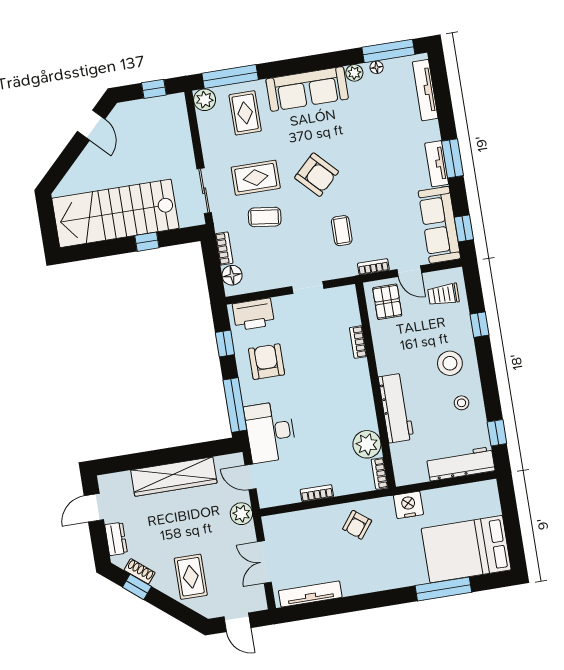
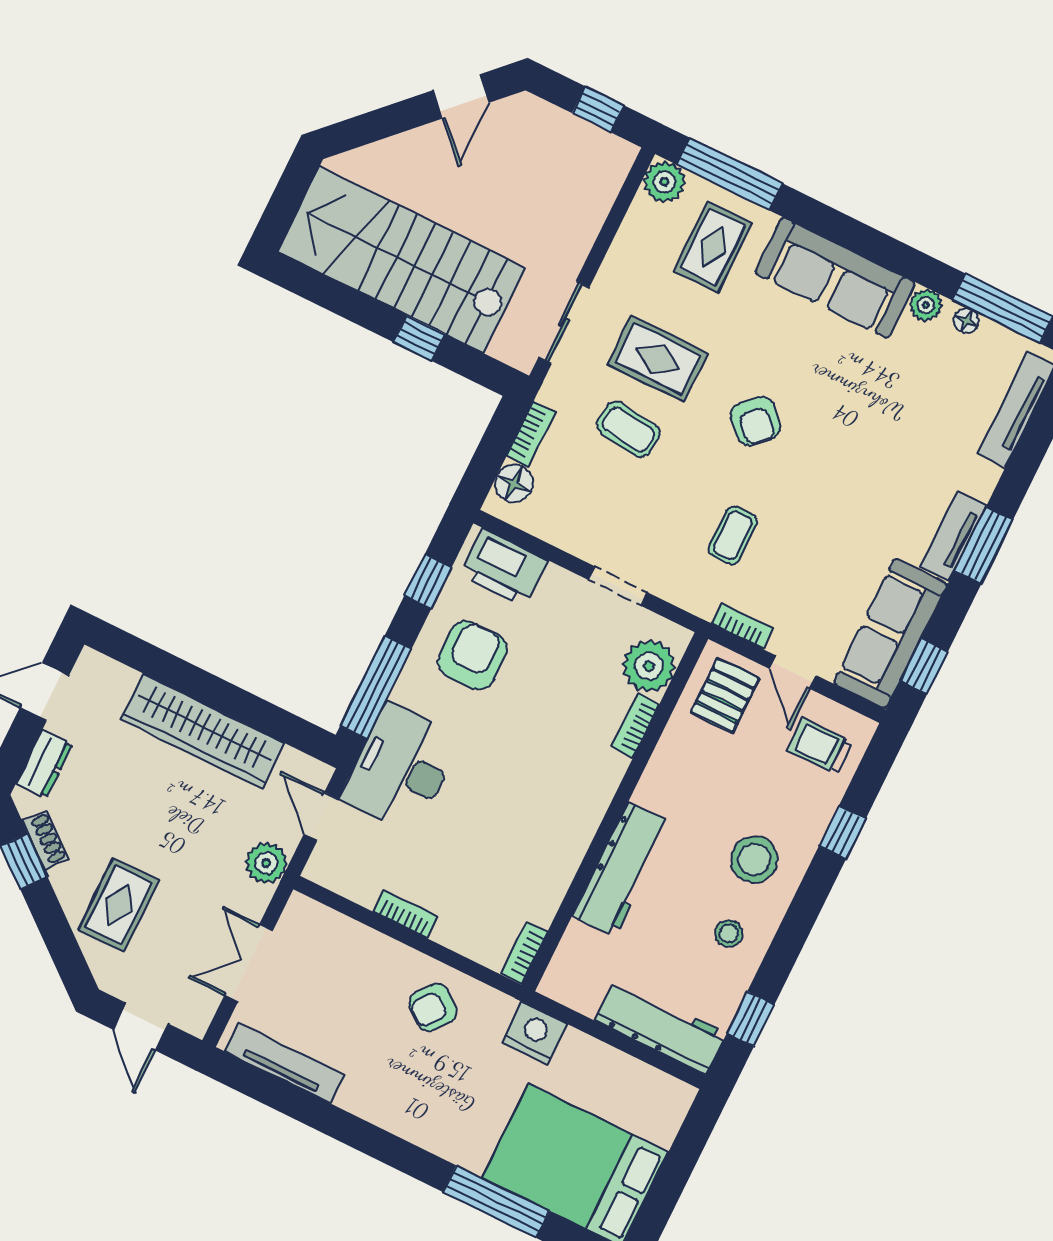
armchair: (317, 175) -> (755, 421), width x0.72, depth x0.72
plant: (367, 444) -> (649, 666), moved

